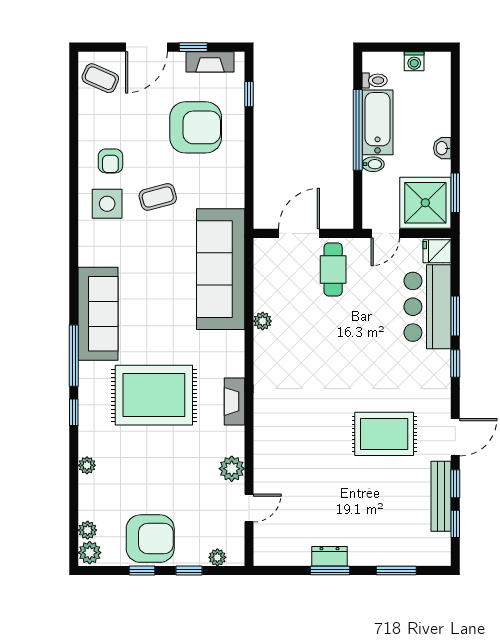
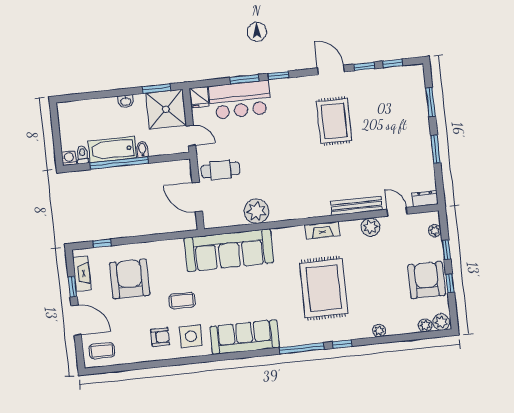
washing machine: (414, 61) -> (69, 158), moved, turned -90
coffee table: (100, 78) -> (102, 351), turned 66
coffee table: (158, 197) -> (182, 301), turned -75
sofa: (98, 314) -> (245, 337), moved
plant: (263, 321) -> (256, 211), width x1.88, depth x1.88
bench: (441, 496) -> (356, 206), moved
dresser: (329, 556) -> (425, 198), moved, turned 90

